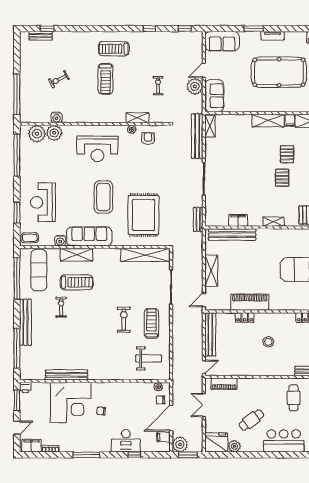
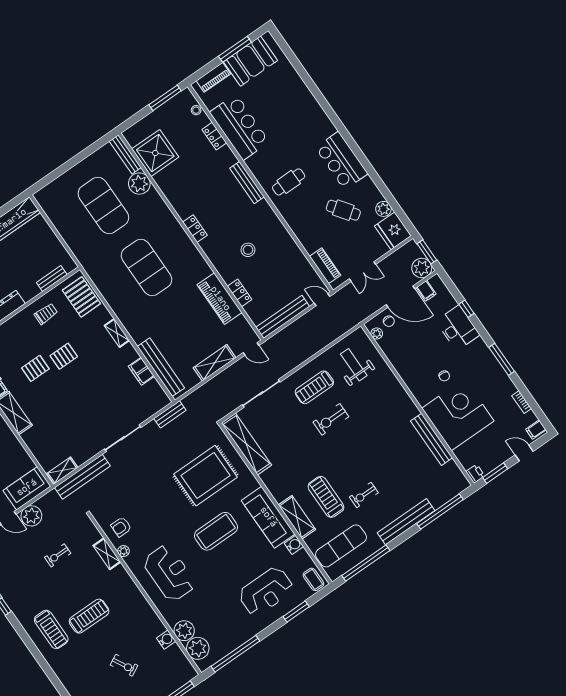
filing cabinet: (31, 446) -> (536, 430), width x0.50

